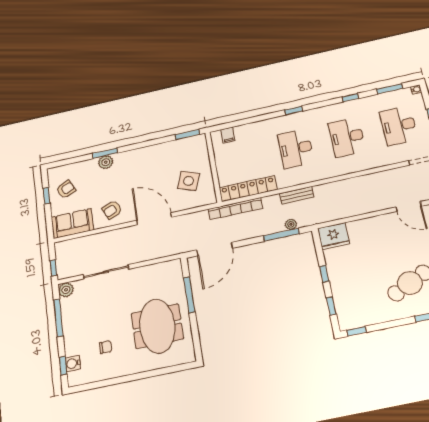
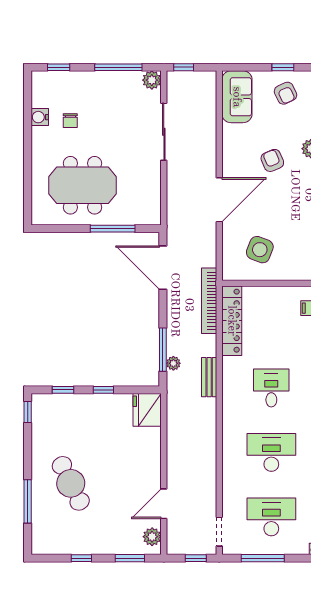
desk: (296, 149) -> (271, 388), width x0.73
armchair: (112, 210) -> (272, 160), moved
water cooler: (73, 363) -> (40, 117), moved, turned -90

